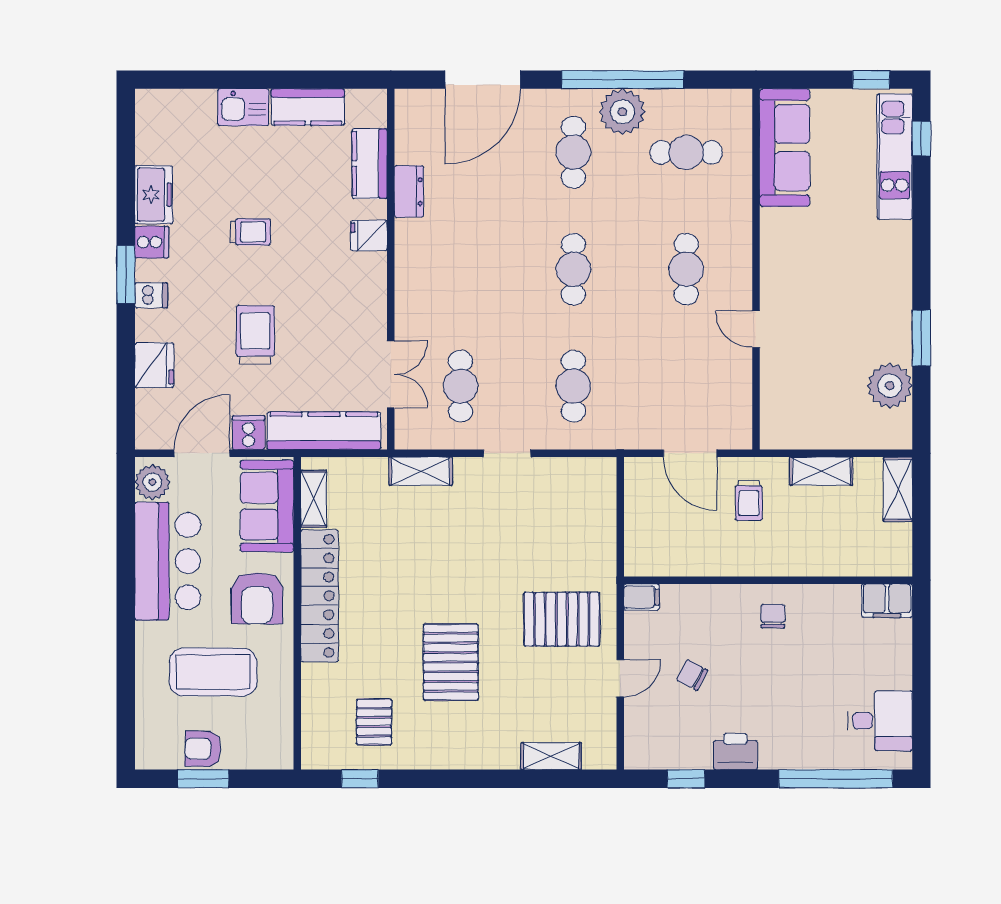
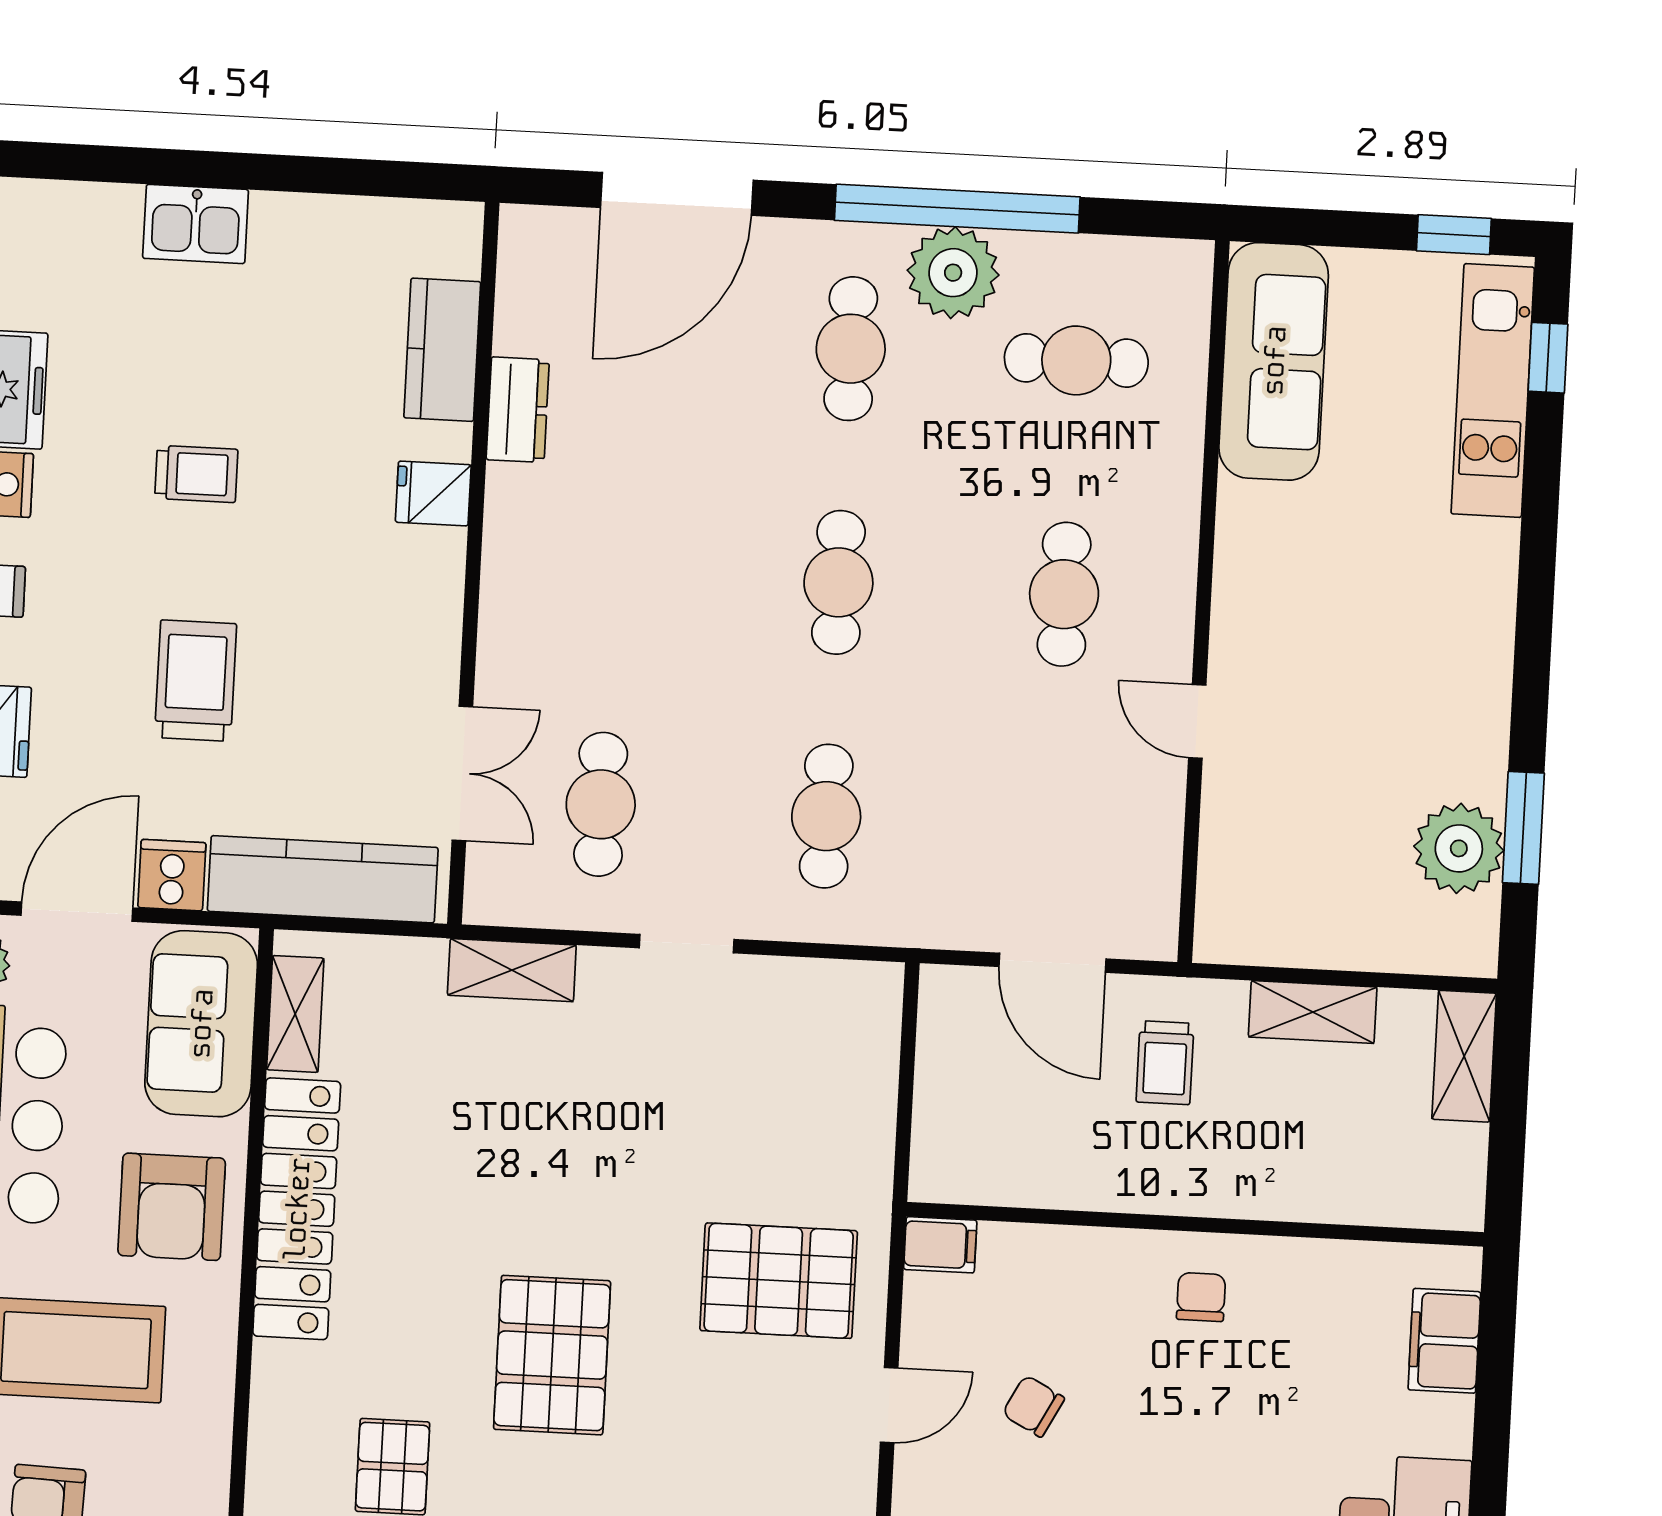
kitchen counter: (308, 107) -> (325, 230), removed
window: (921, 338) -> (1523, 828), moved
filing cabinet: (887, 601) -> (1444, 1341), moved, turned 90

